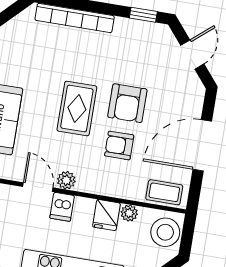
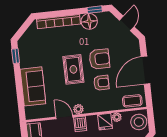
floor lamp: (128, 33) -> (89, 21), added
armchair: (127, 103) -> (99, 59), turned -90
armchair: (119, 145) -> (101, 83), turned 180

